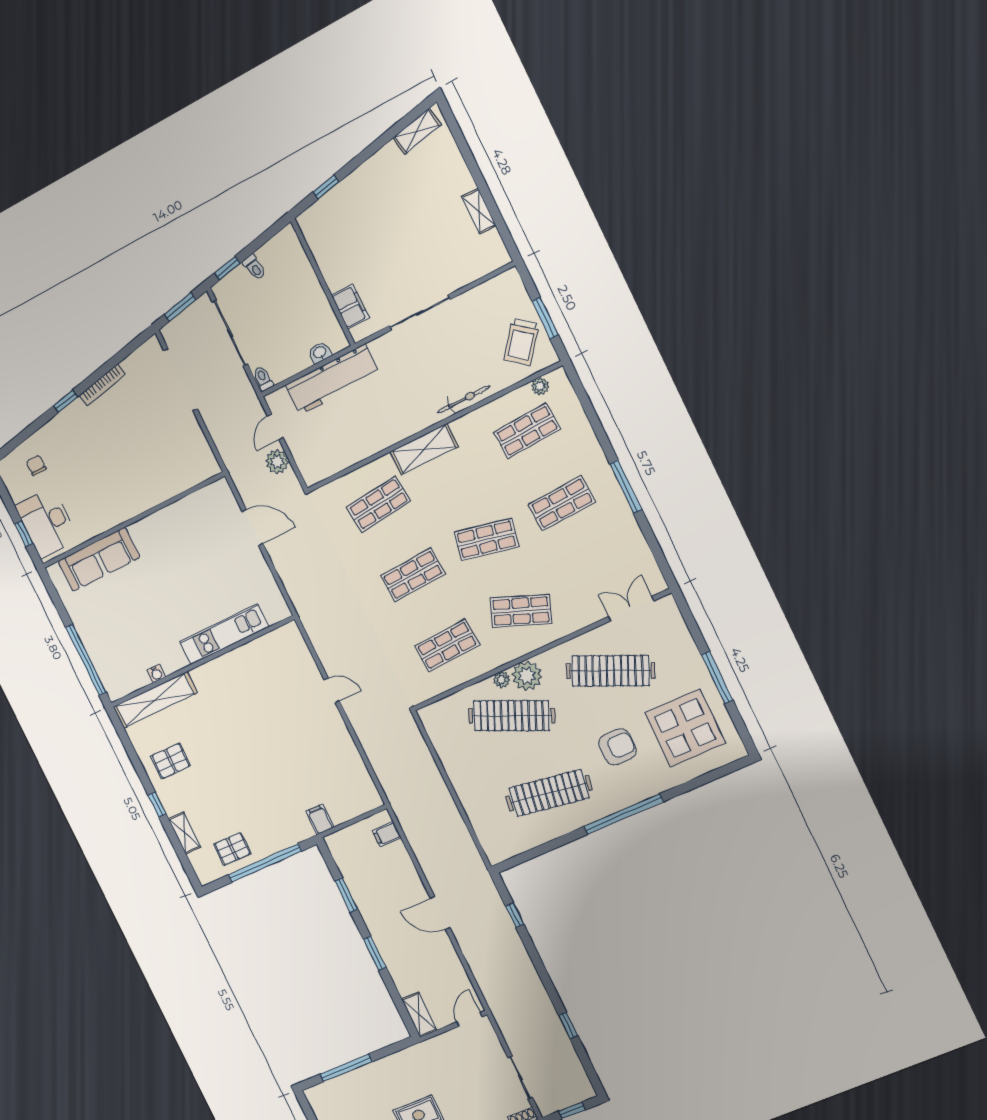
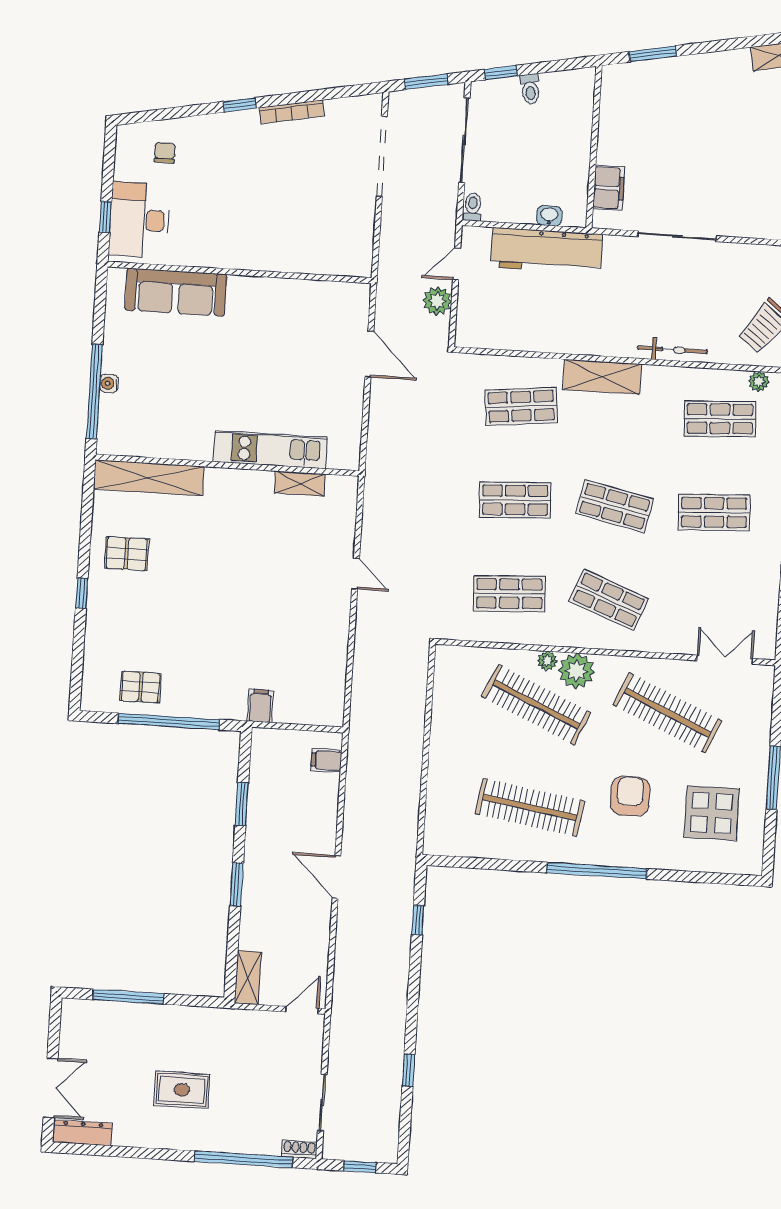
window: (326, 187) -> (653, 54), width x1.50
water cooler: (156, 673) -> (109, 383), moved, turned 90
display table: (685, 728) -> (712, 813), width x0.73, depth x0.73
armchair: (617, 747) -> (630, 796), turned -90
shelving: (184, 833) -> (300, 484), moved, turned 90

